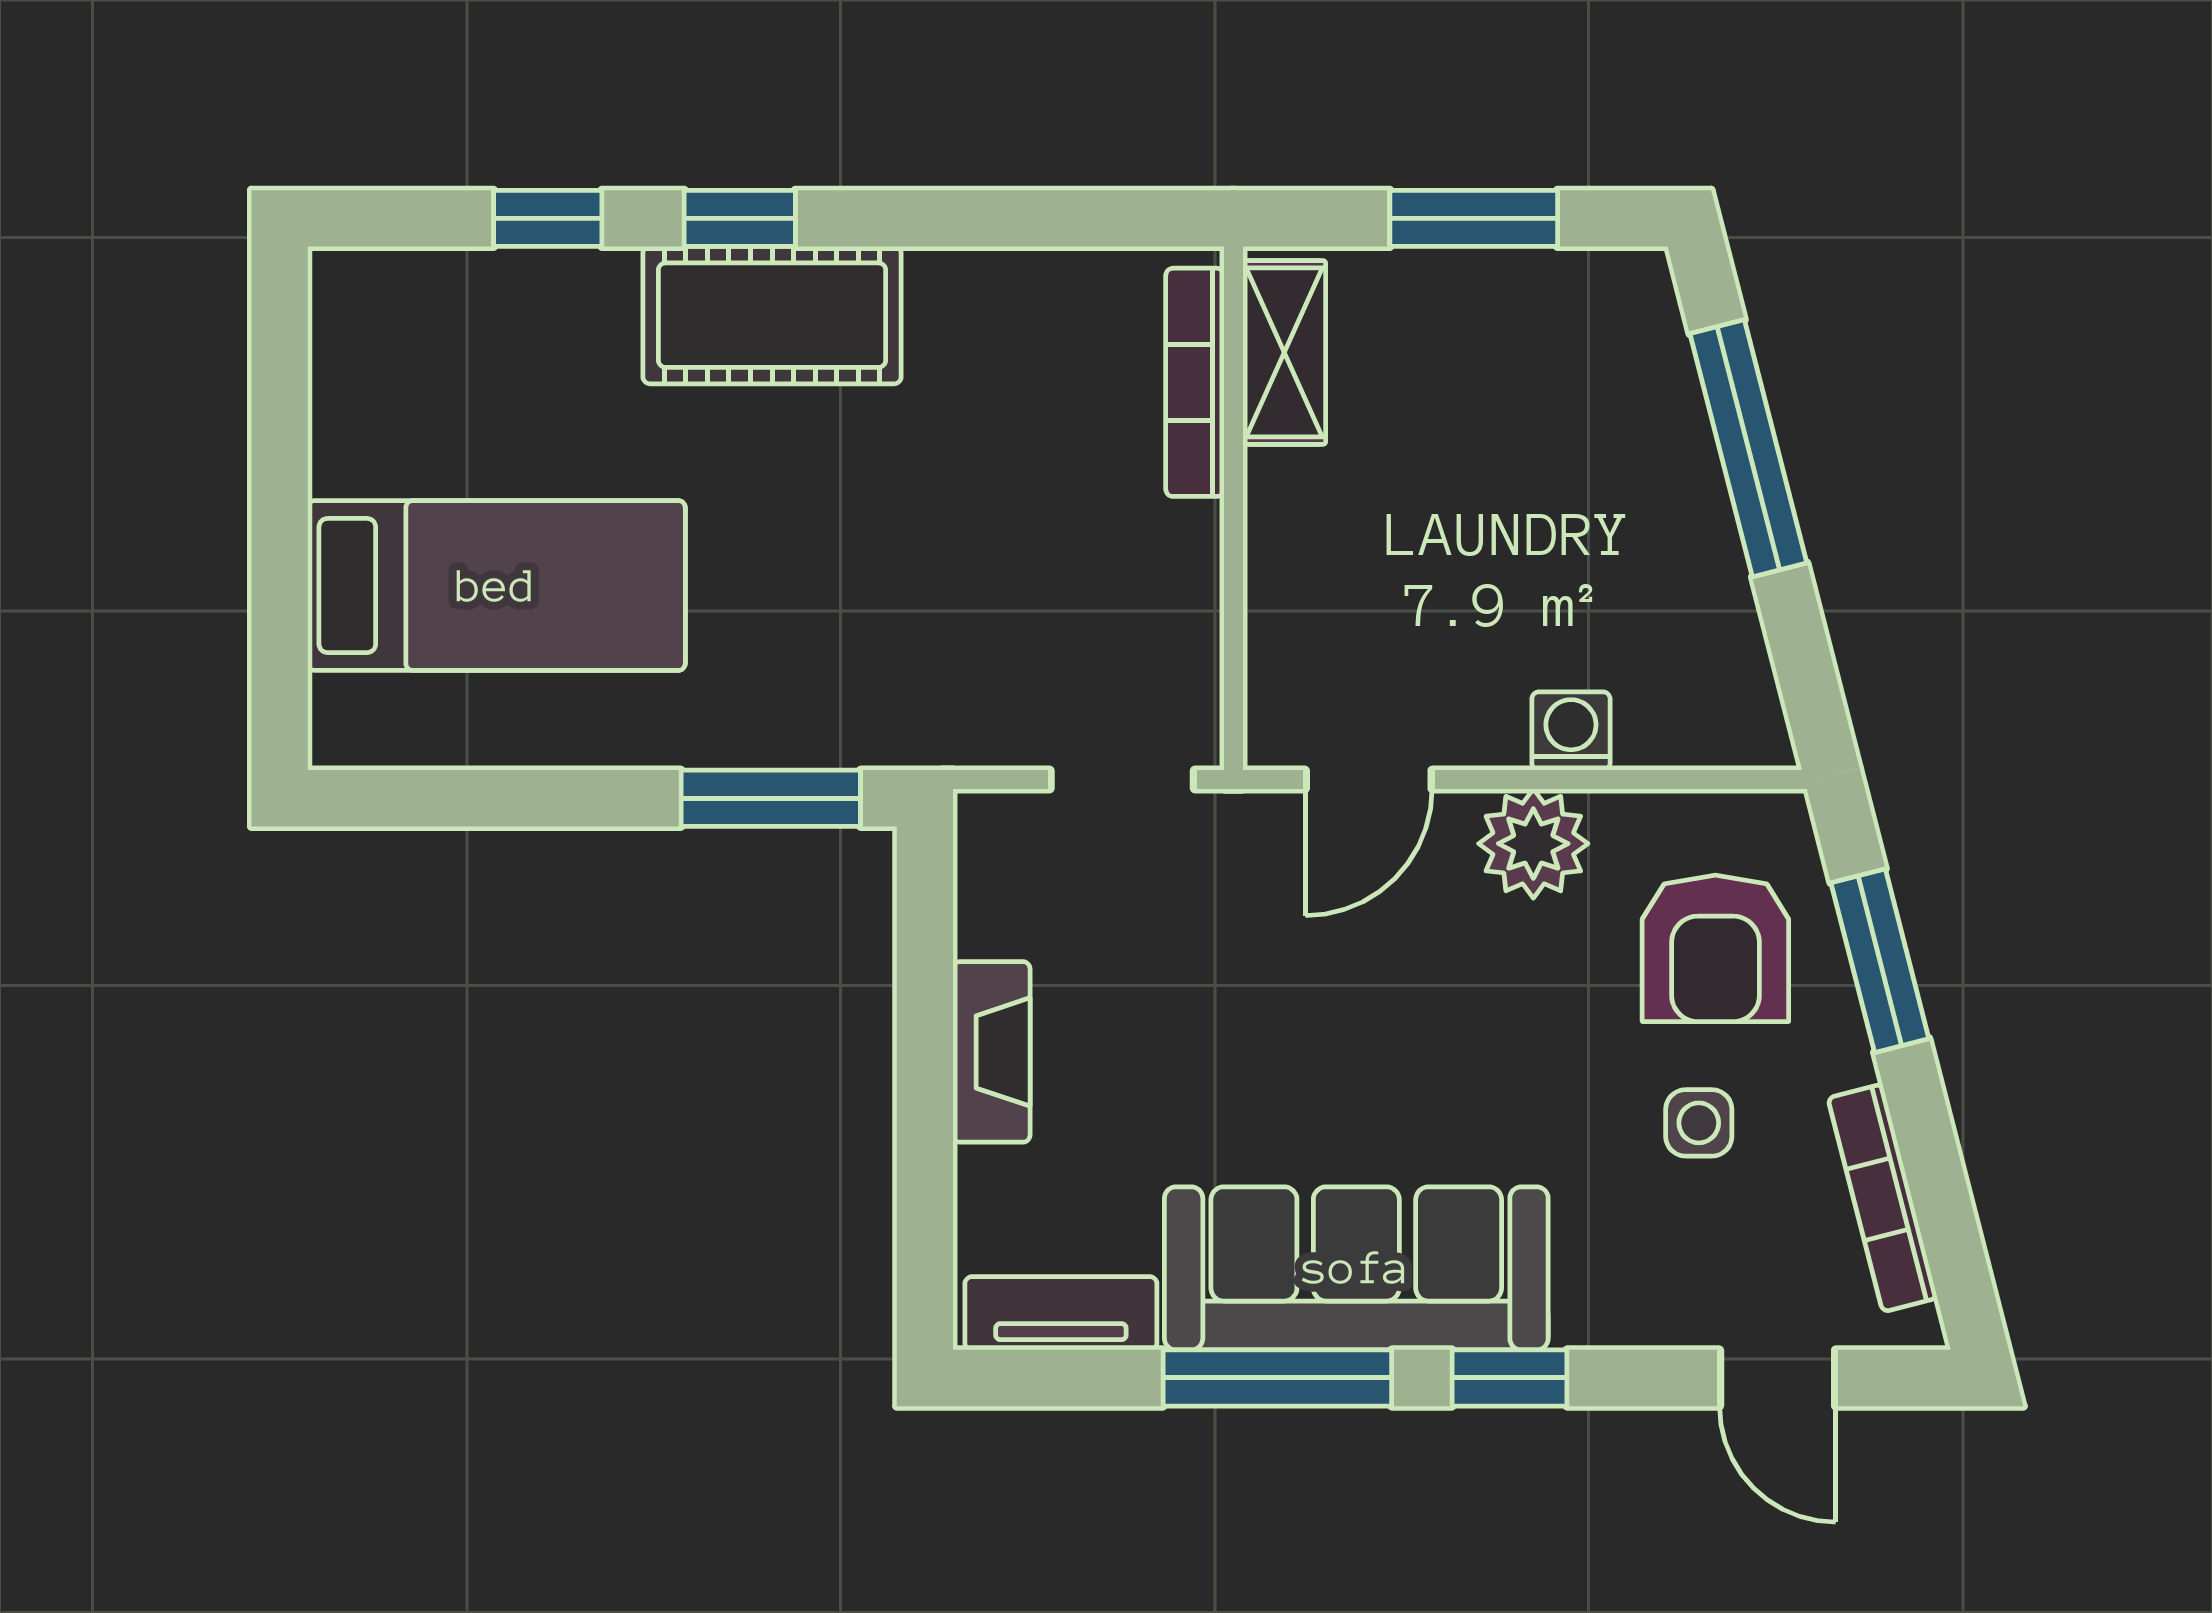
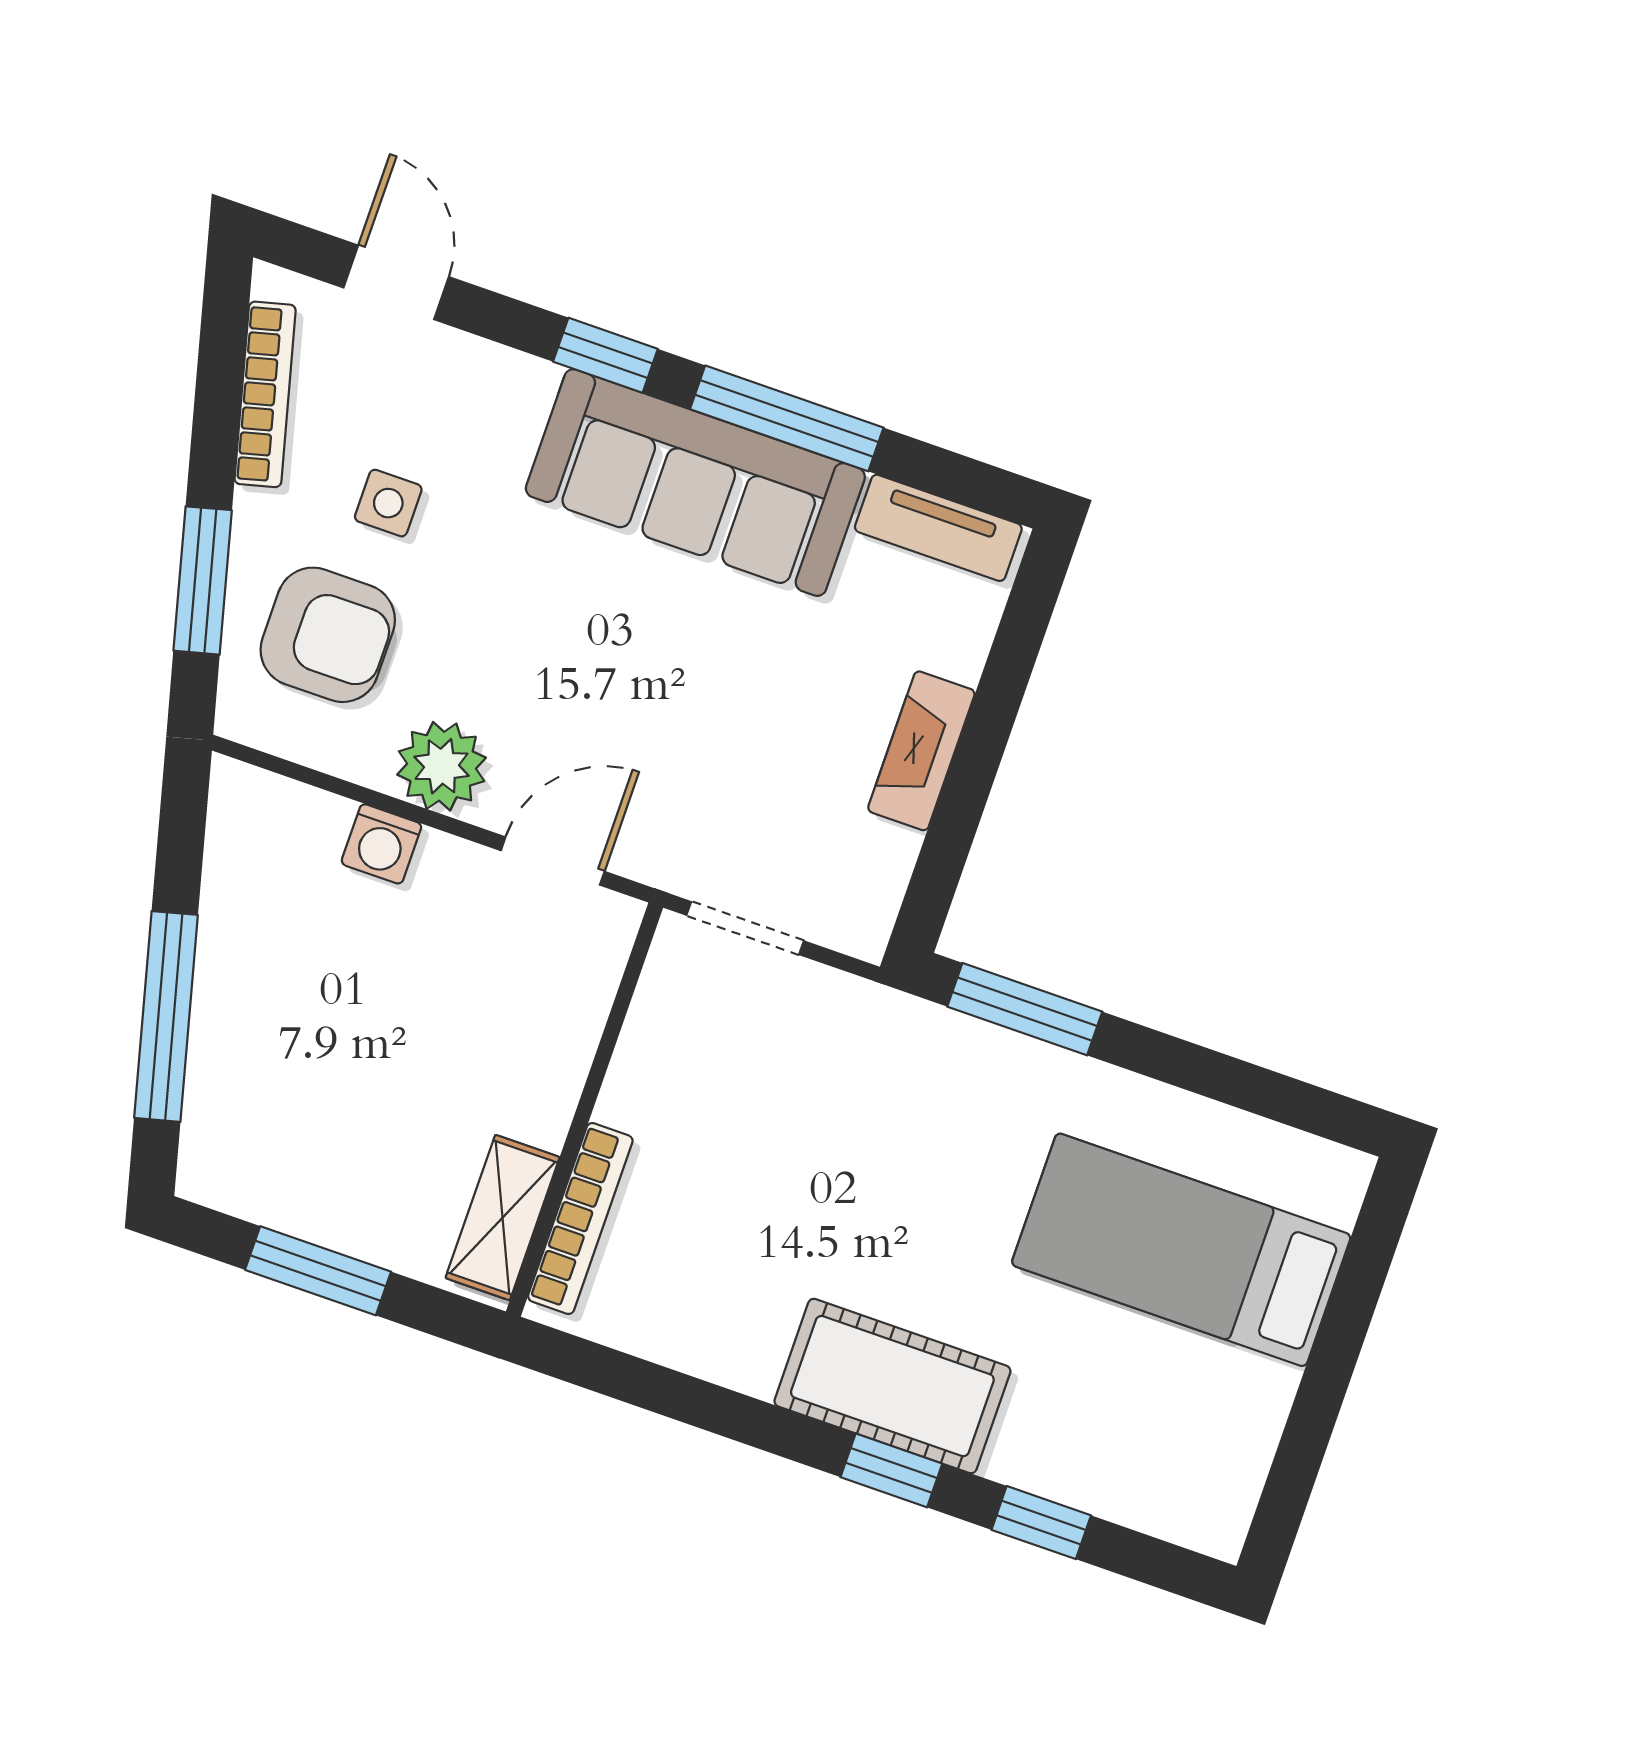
armchair: (1715, 948) -> (328, 635), turned 90

